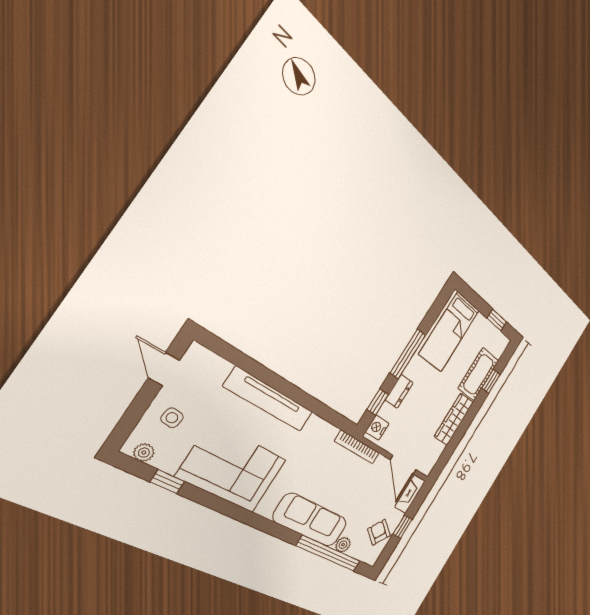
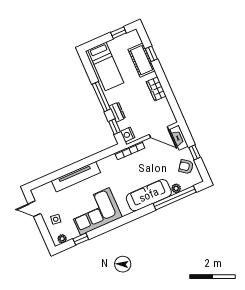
wardrobe: (454, 419) -> (156, 89), width x0.67

